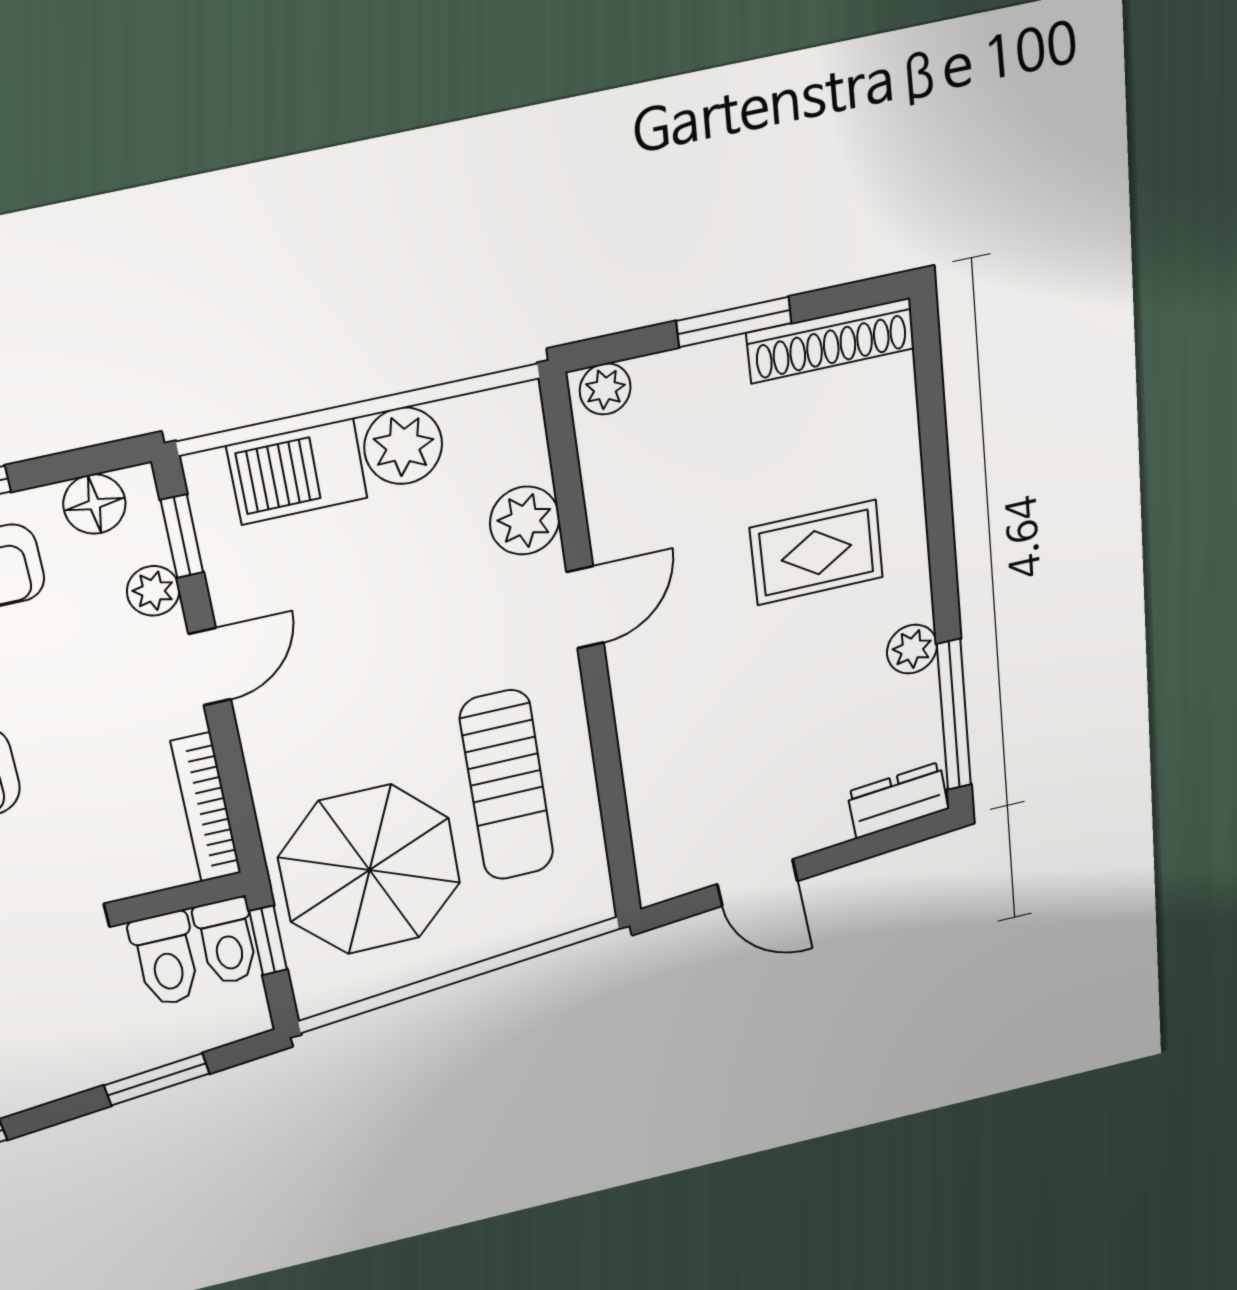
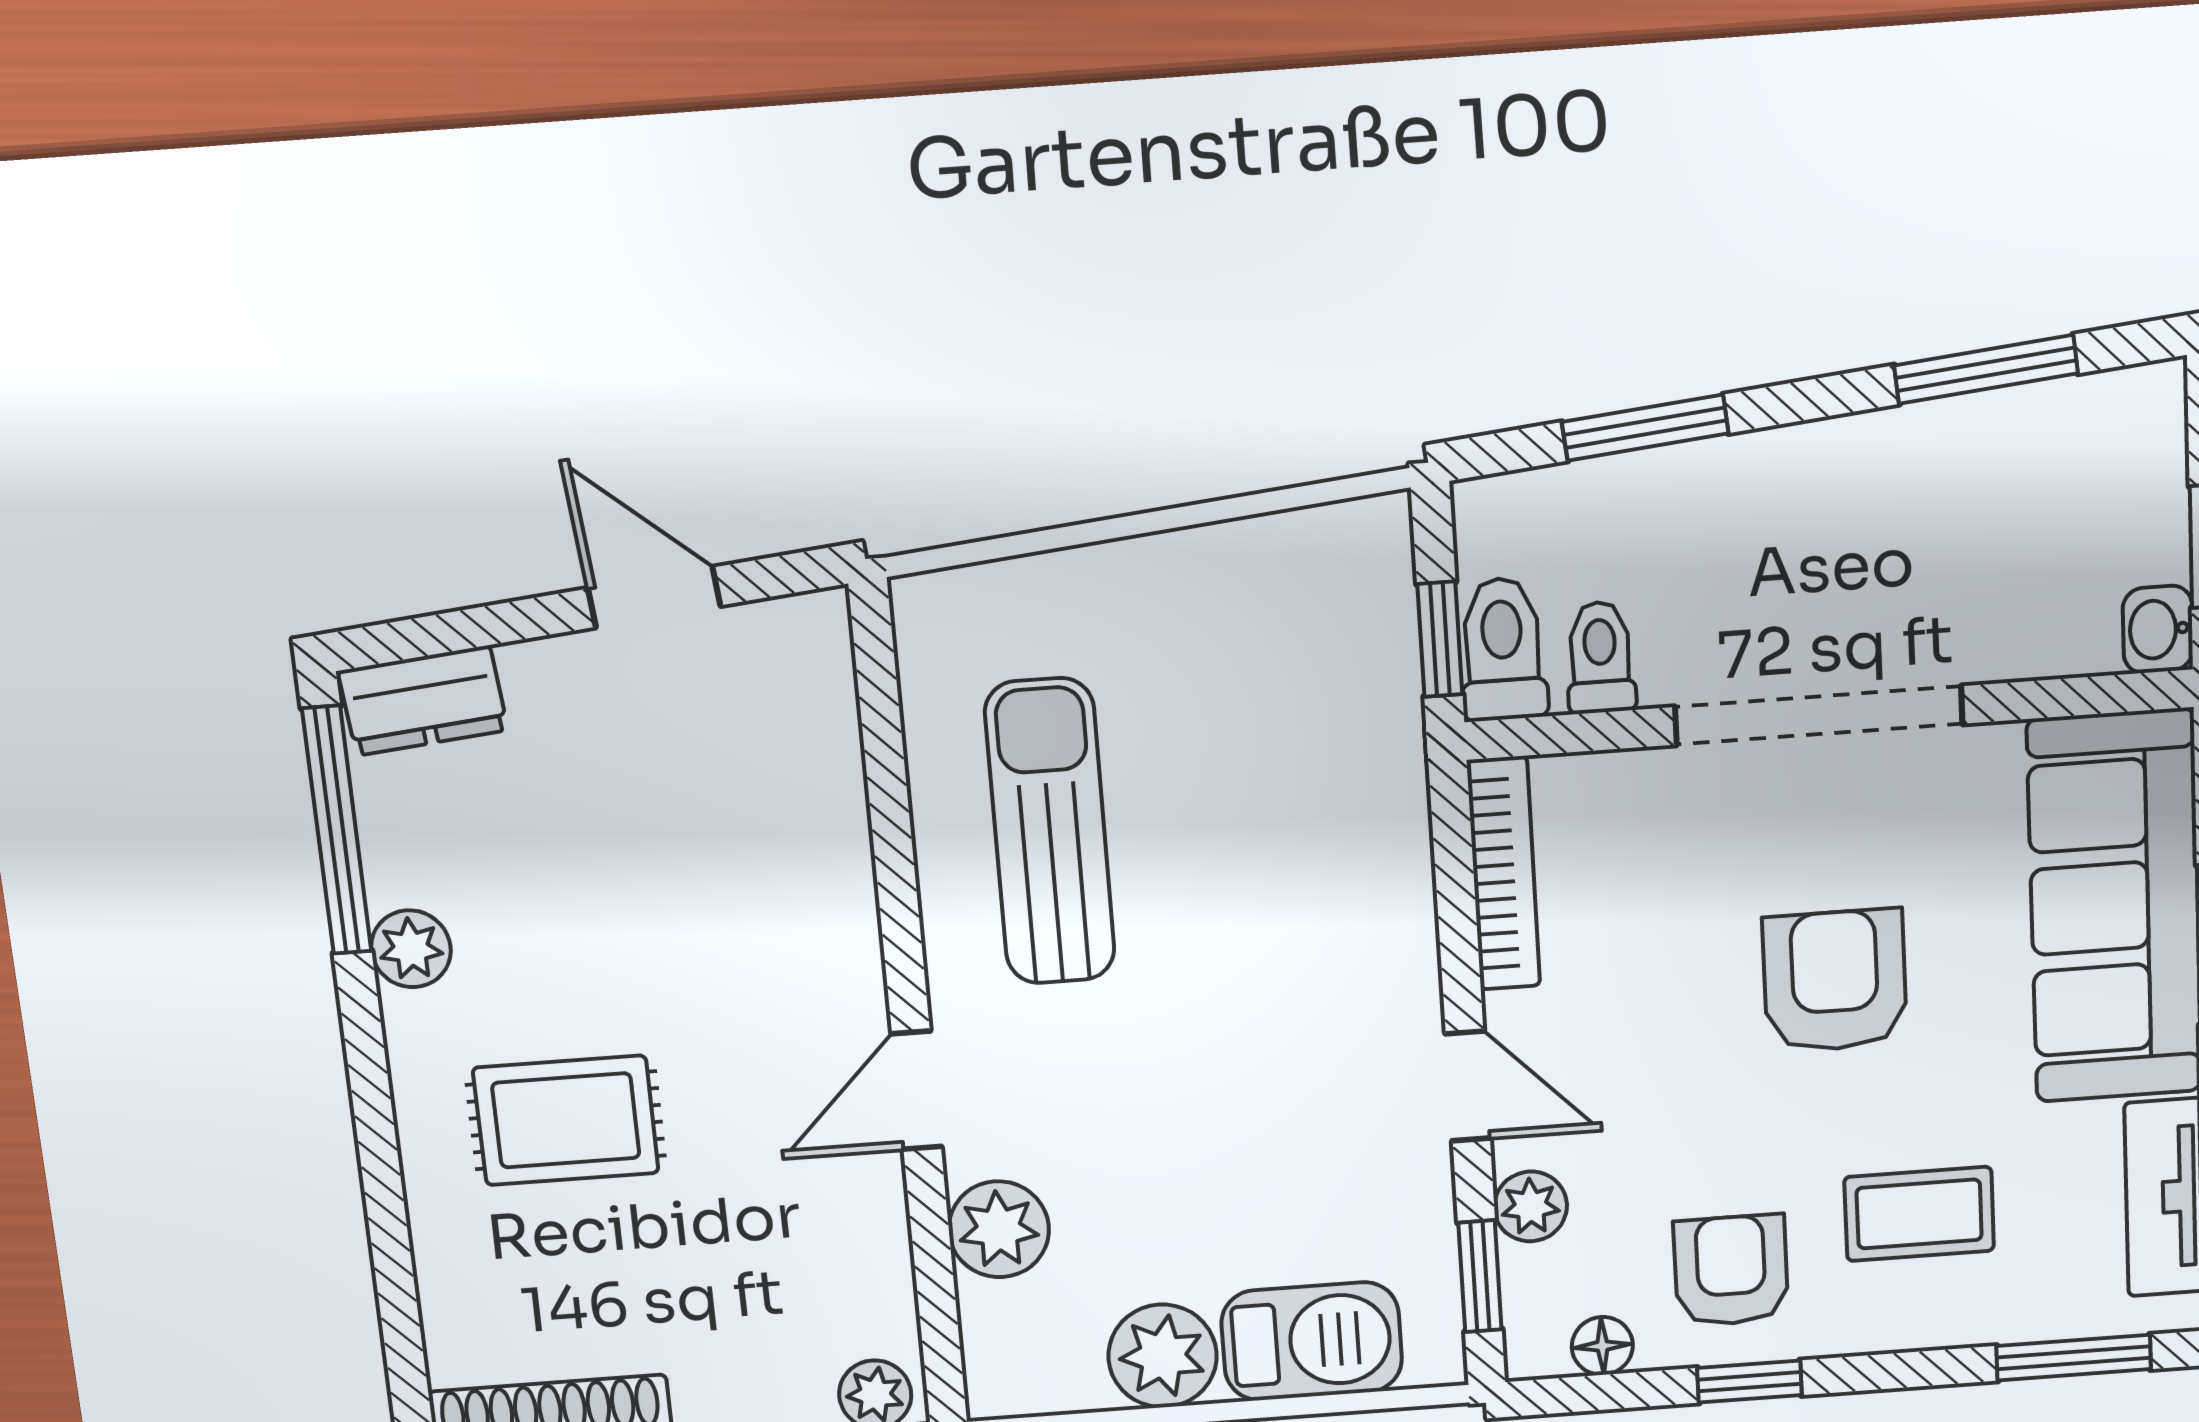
floor lamp: (94, 504) -> (1602, 1346), width x0.73, depth x0.73
door: (210, 667) -> (1468, 1086), swing flipped
parasol: (369, 870) -> (1272, 730), removed
toilet: (166, 959) -> (1600, 657), width x0.73, depth x0.72

